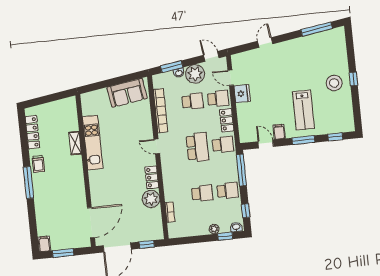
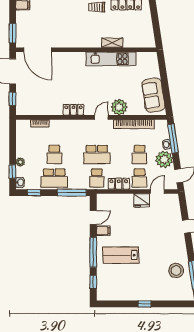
window: (172, 67) -> (173, 139), width x1.44
stool: (334, 83) -> (176, 271), moved
window: (303, 140) -> (93, 252), width x1.44
school desk: (228, 191) -> (54, 178), width x1.85
plant: (151, 199) -> (119, 107), moved
window: (63, 253) -> (13, 33), moved

